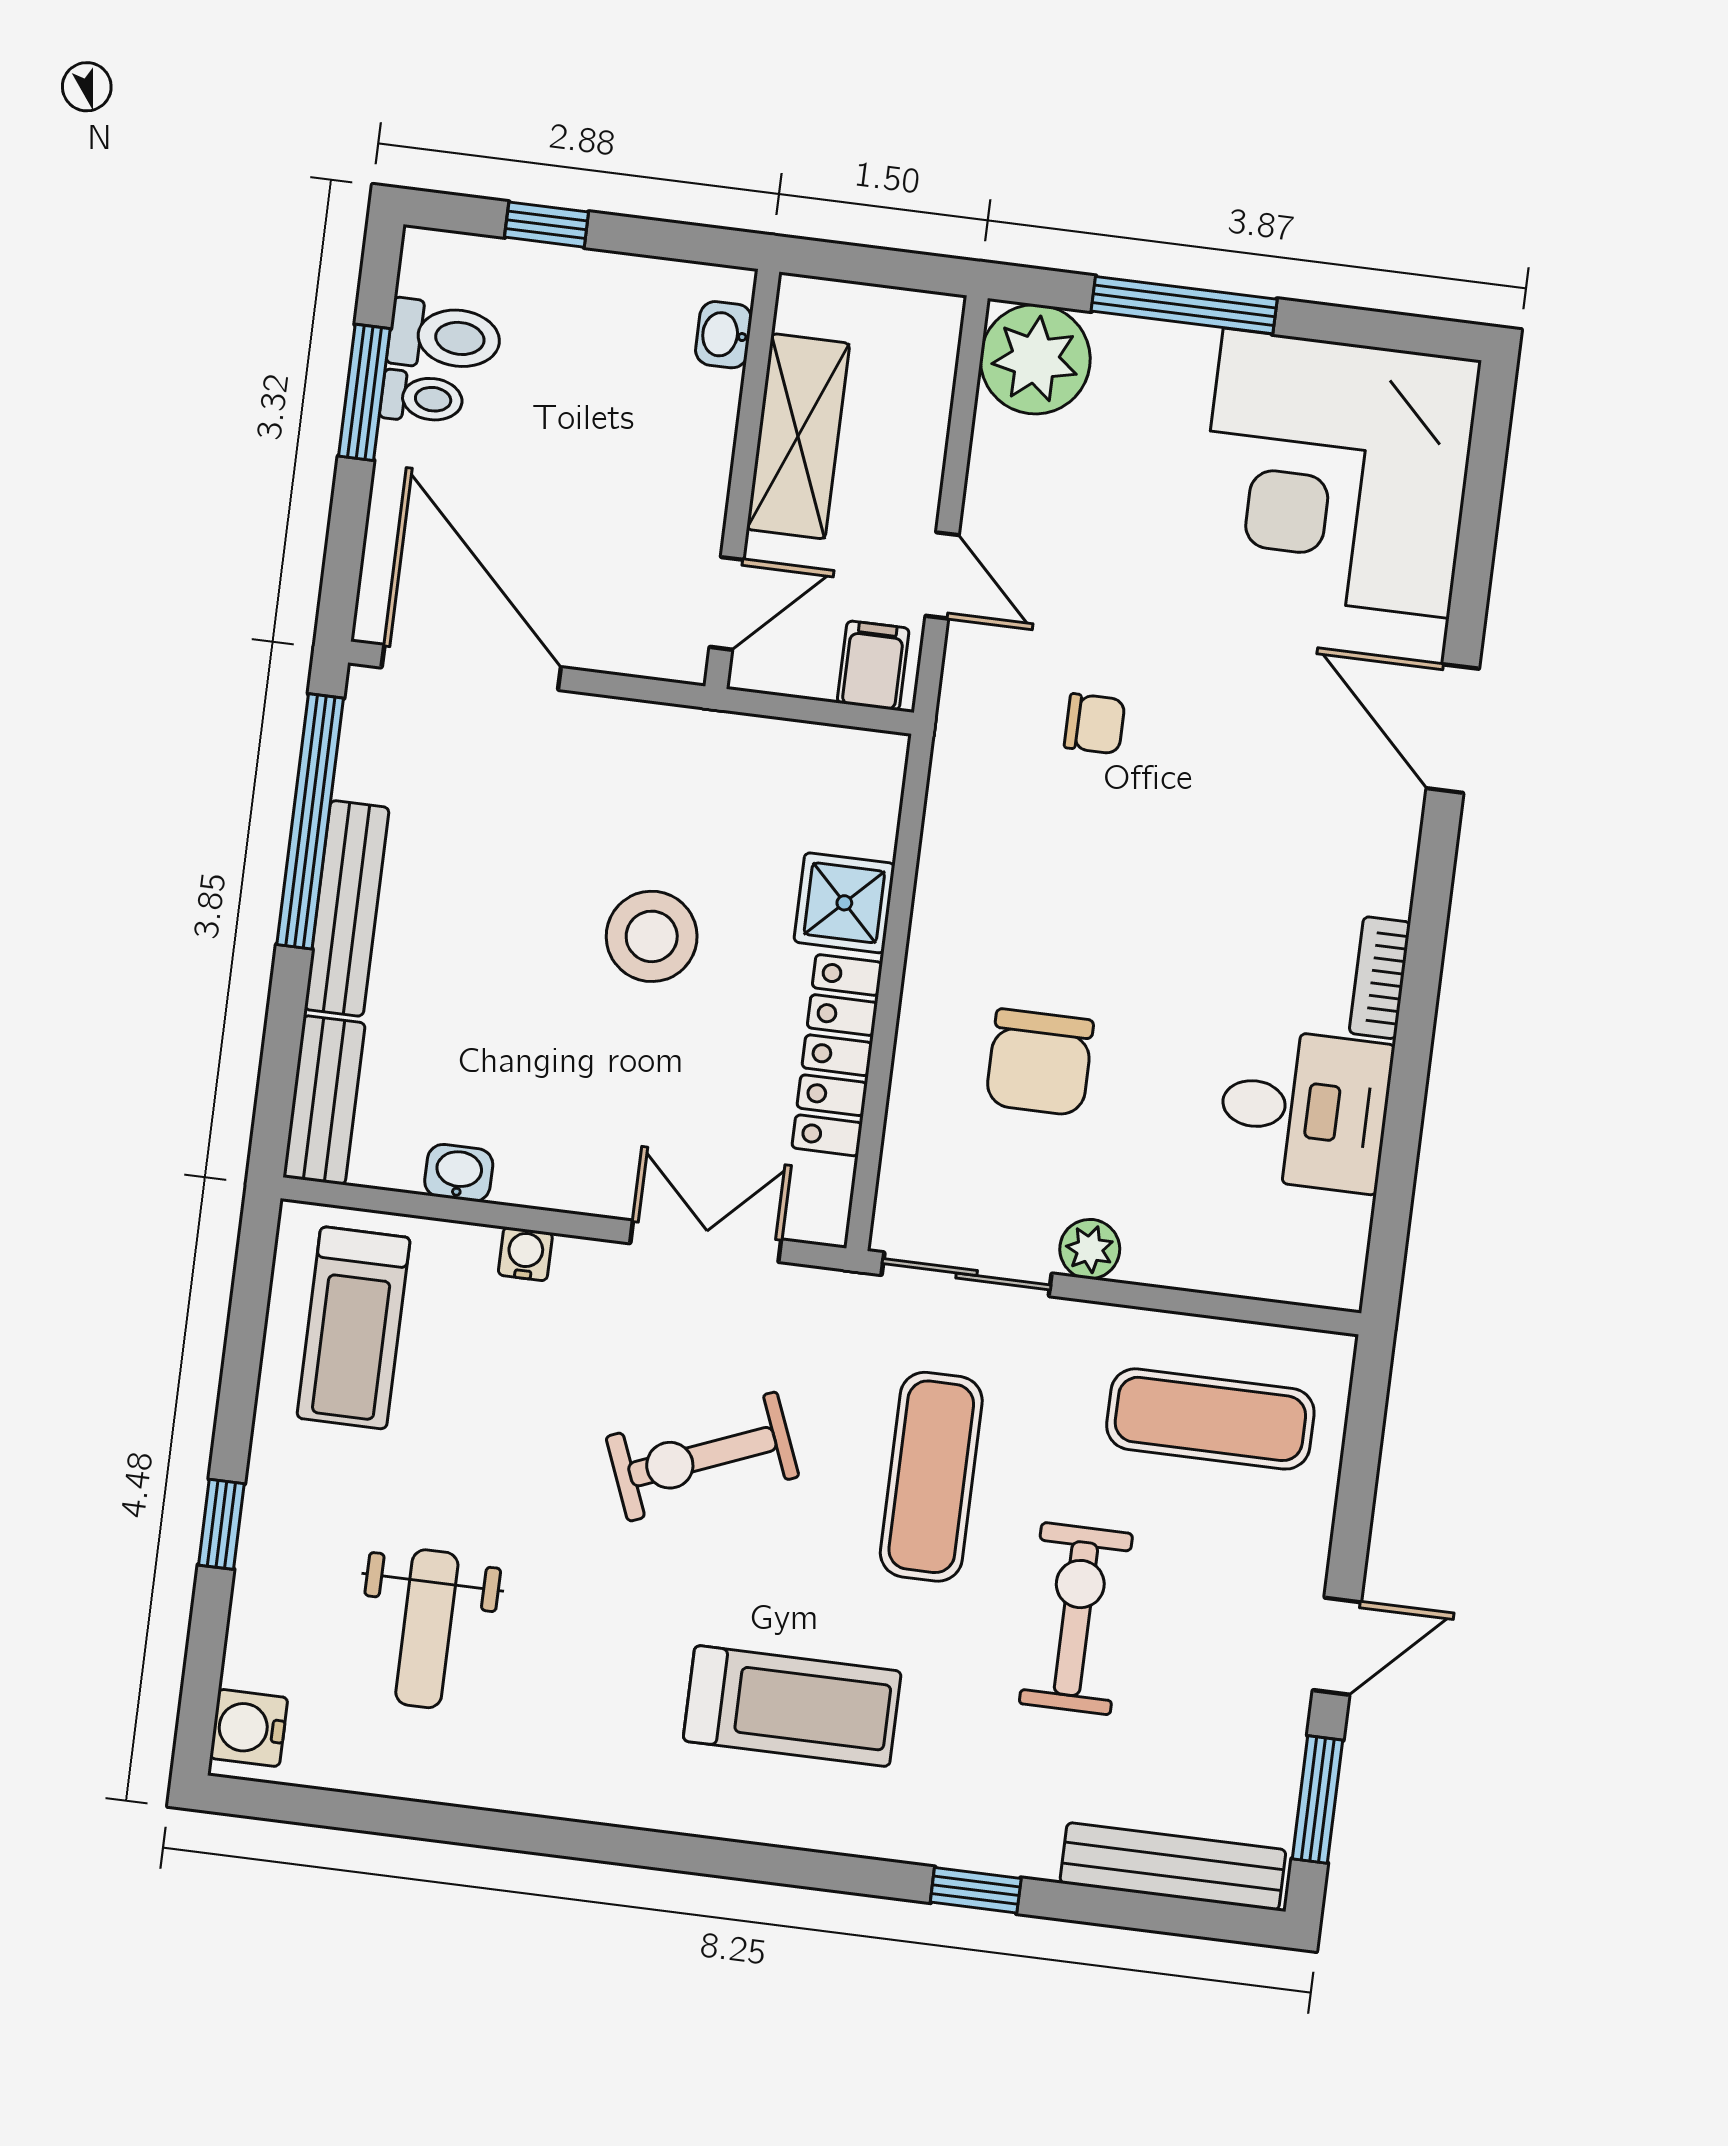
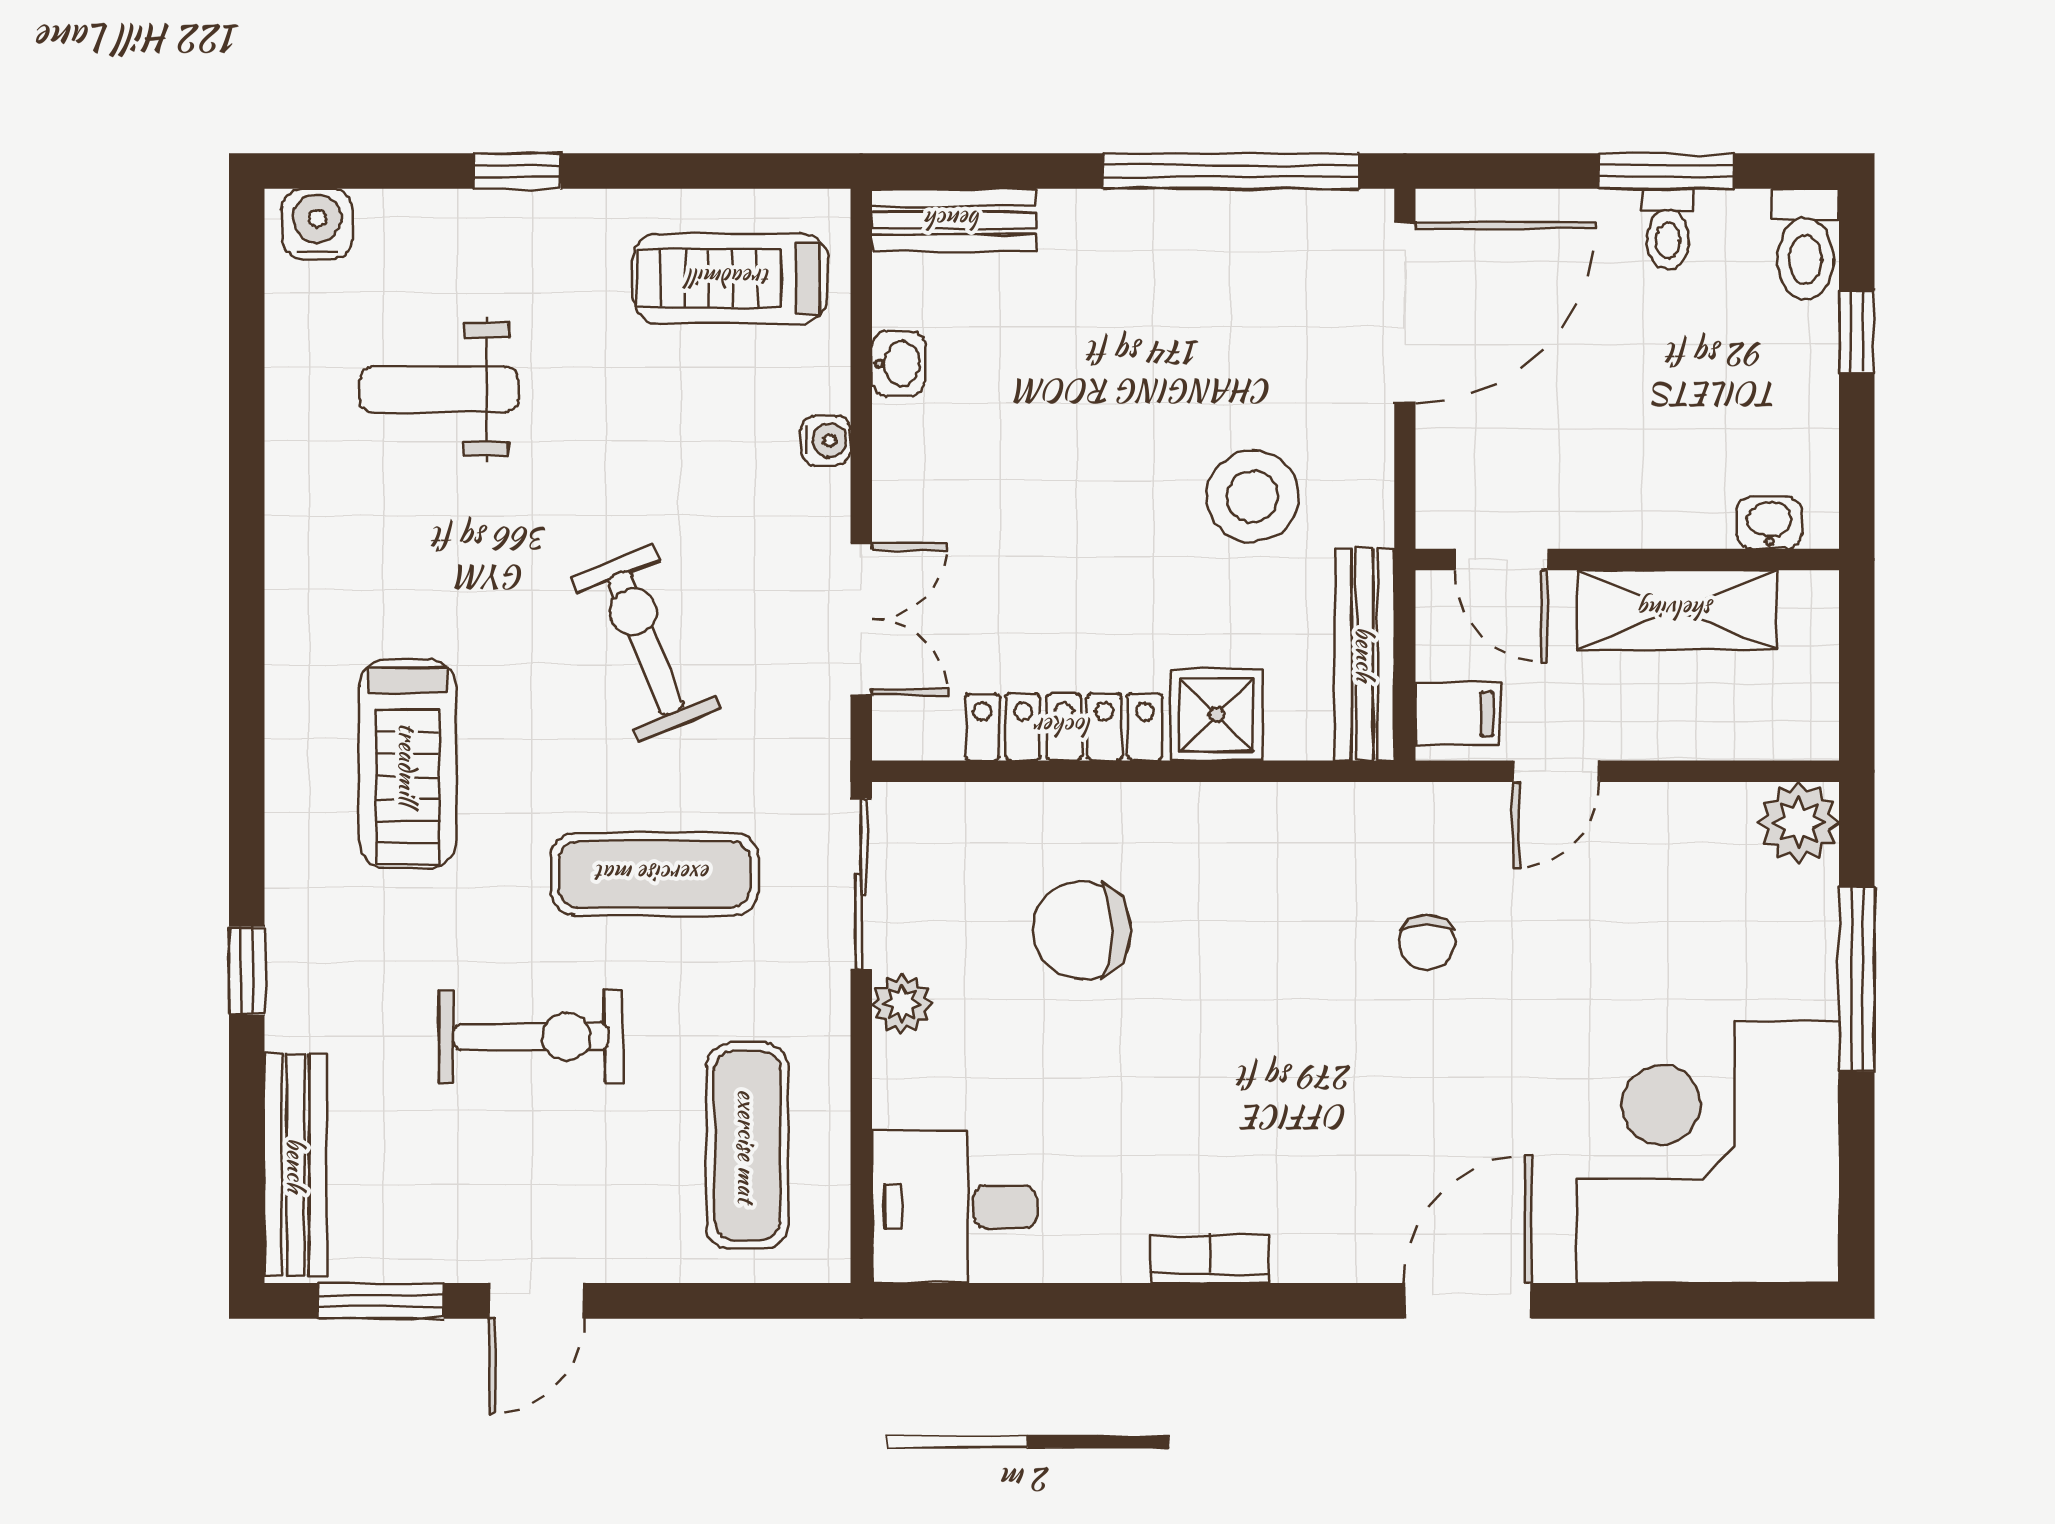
toilet: (445, 336) -> (1805, 244), moved
plant: (1035, 359) -> (1799, 822), width x0.73, depth x0.73
bench: (347, 908) -> (1365, 654), moved, turned 90
stool: (652, 936) -> (1253, 496), moved
desk: (1304, 1110) -> (954, 1207), moved, turned 90
door: (1337, 1646) -> (536, 1301), hinge flipped

